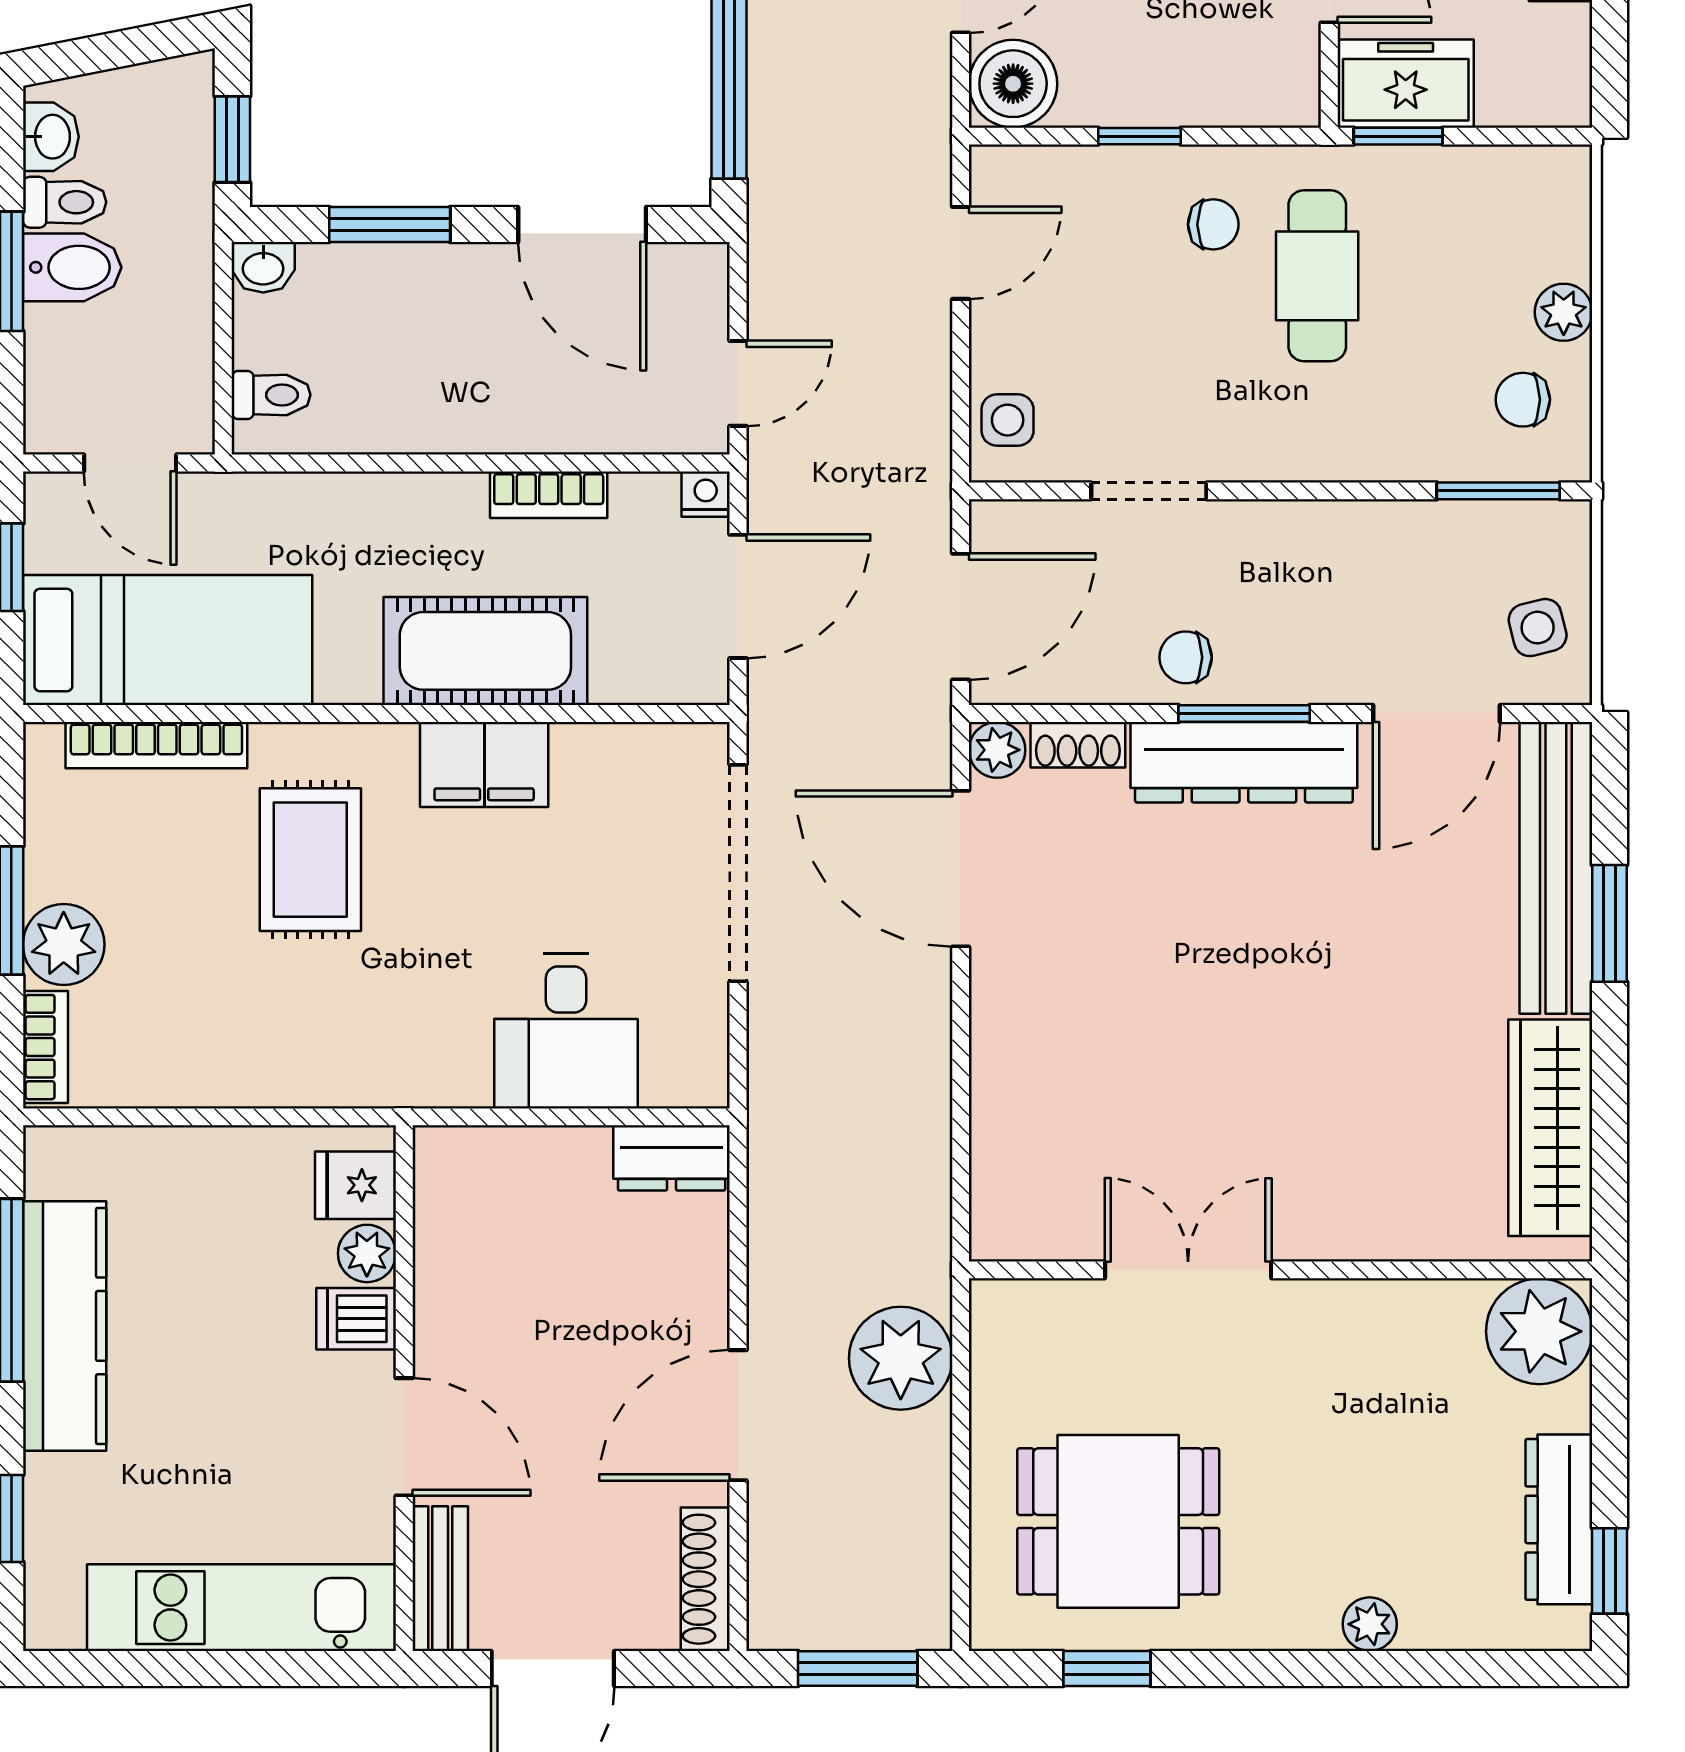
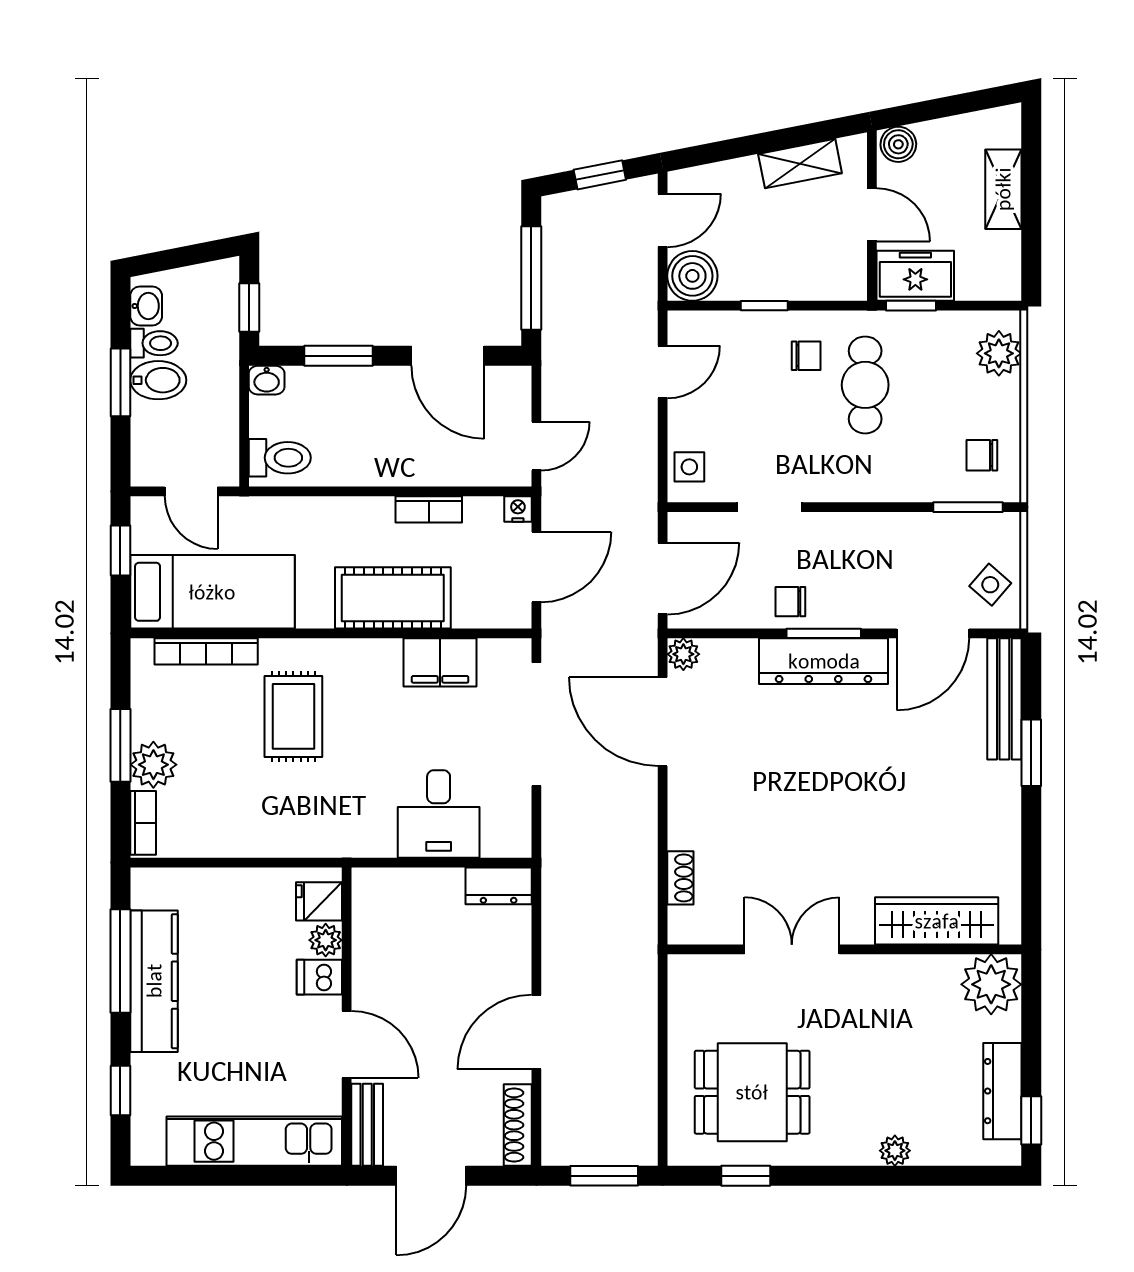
plant: (1564, 312) -> (999, 353), moved, width x1.38, depth x1.38
toilet: (271, 395) -> (280, 458), width x1.37, depth x1.39
side table: (1538, 628) -> (990, 585), turned -35
shoe rack: (1078, 745) -> (680, 878), moved, turned -90
filing cabinet: (484, 764) -> (440, 662), moved
bench: (1556, 868) -> (1004, 699), width x0.73, depth x0.82
wardrobe: (1550, 1128) -> (937, 921), moved, turned 90
plant: (901, 1358) -> (629, 1000), removed

